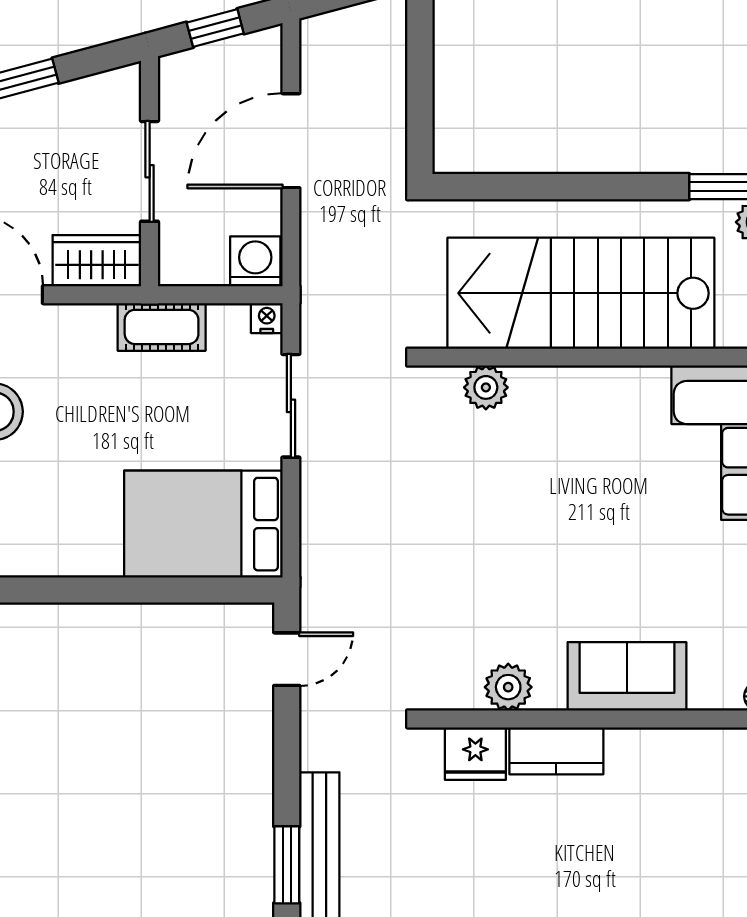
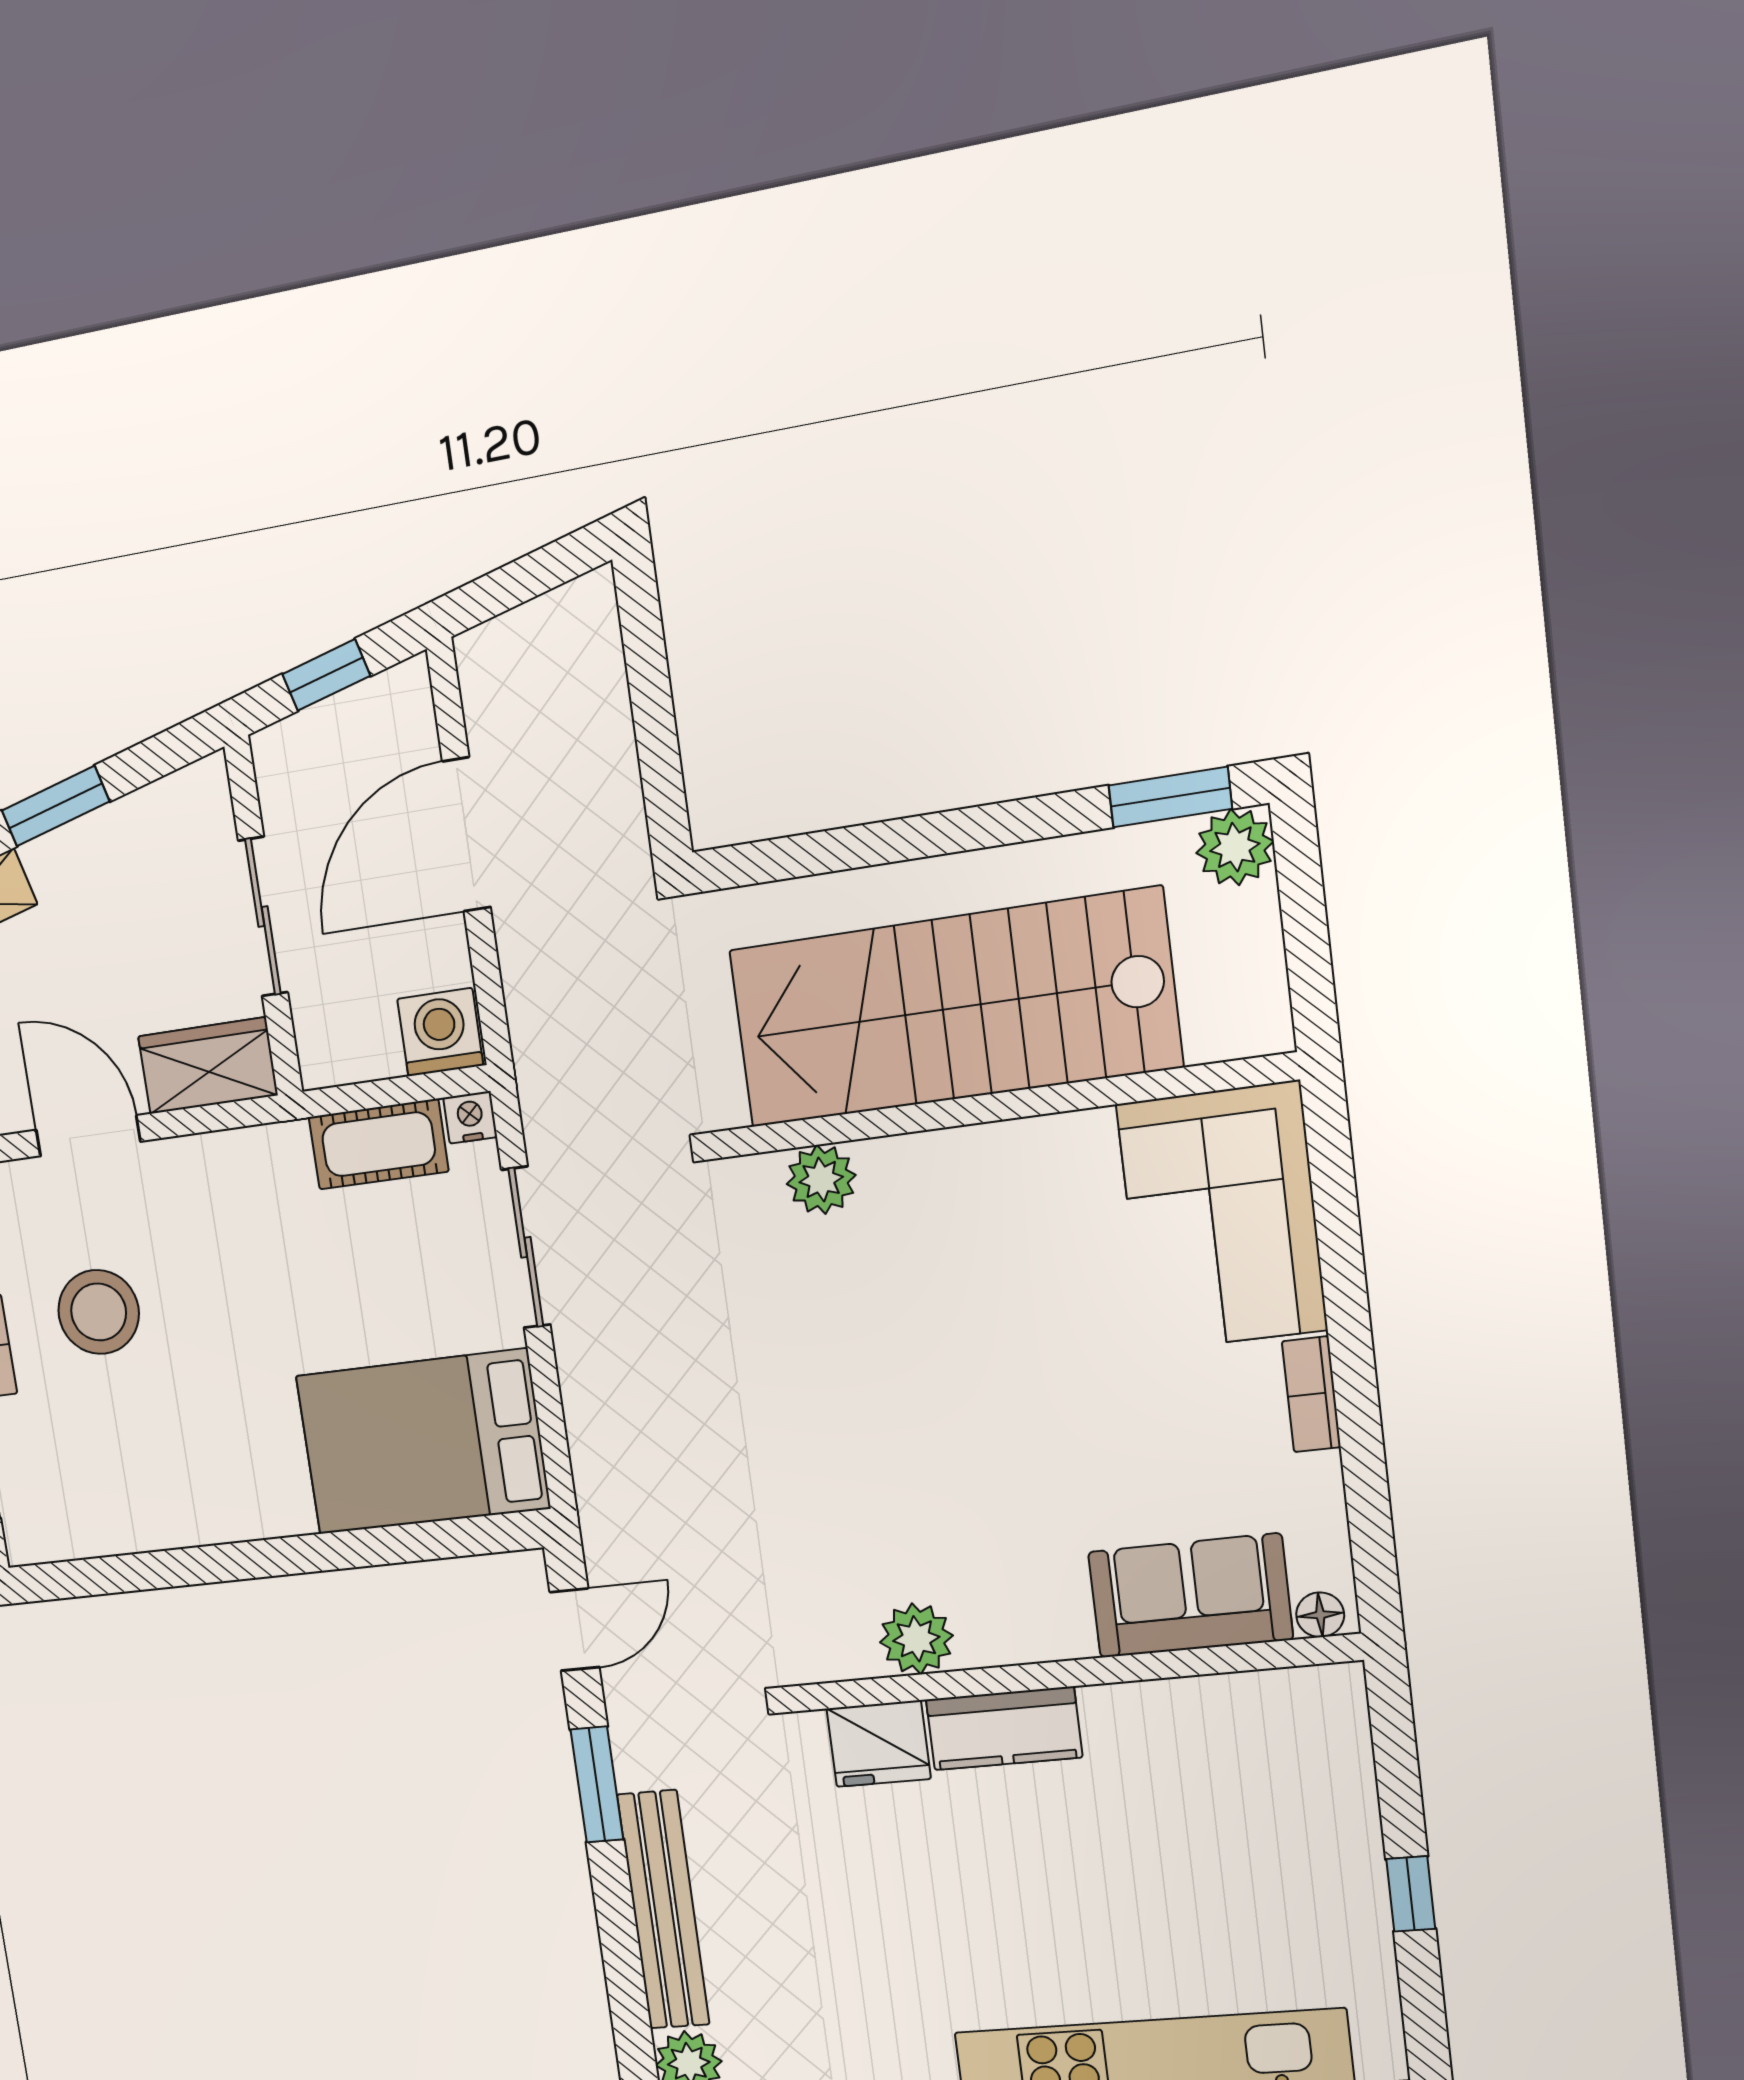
cot: (162, 327) -> (379, 1144), moved
sofa: (627, 676) -> (1190, 1596), moved
window: (287, 865) -> (597, 1784), moved

